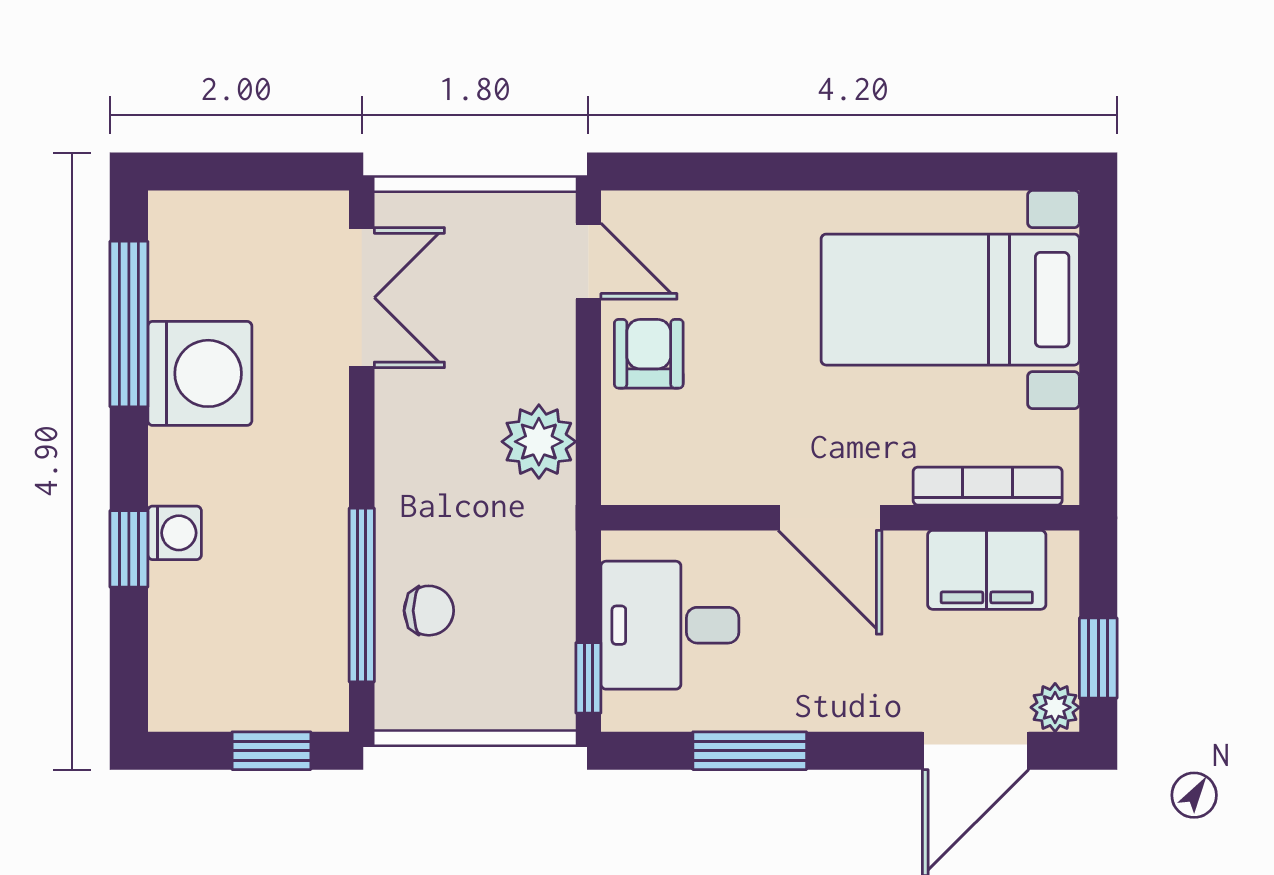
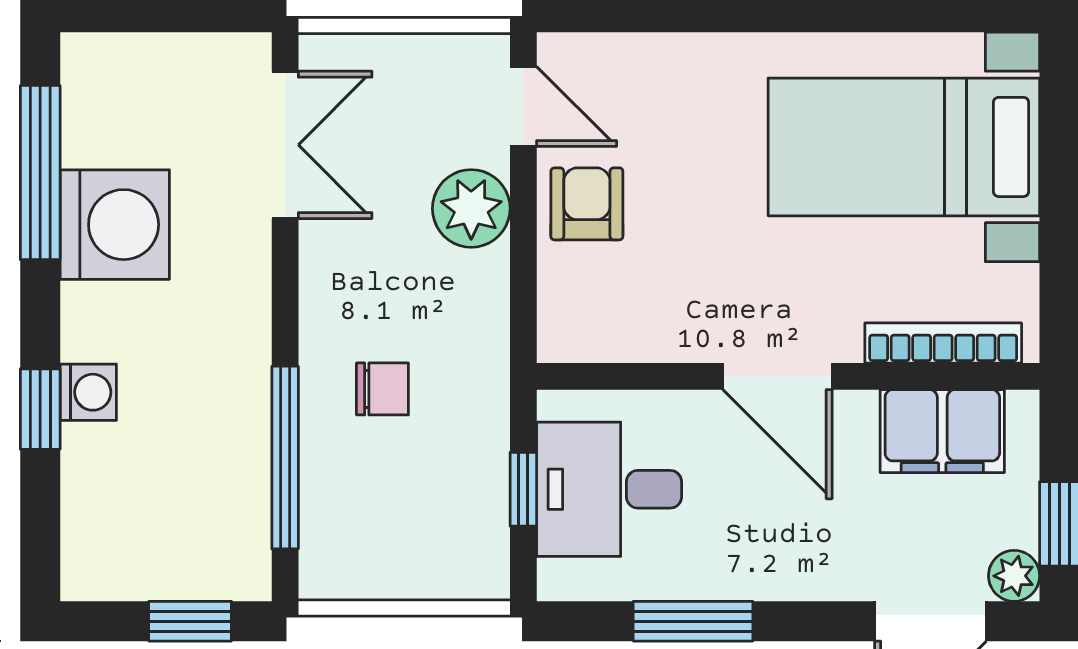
plant: (539, 442) -> (471, 208), moved
chair: (429, 611) -> (382, 389), moved
window: (588, 678) -> (523, 489), moved

